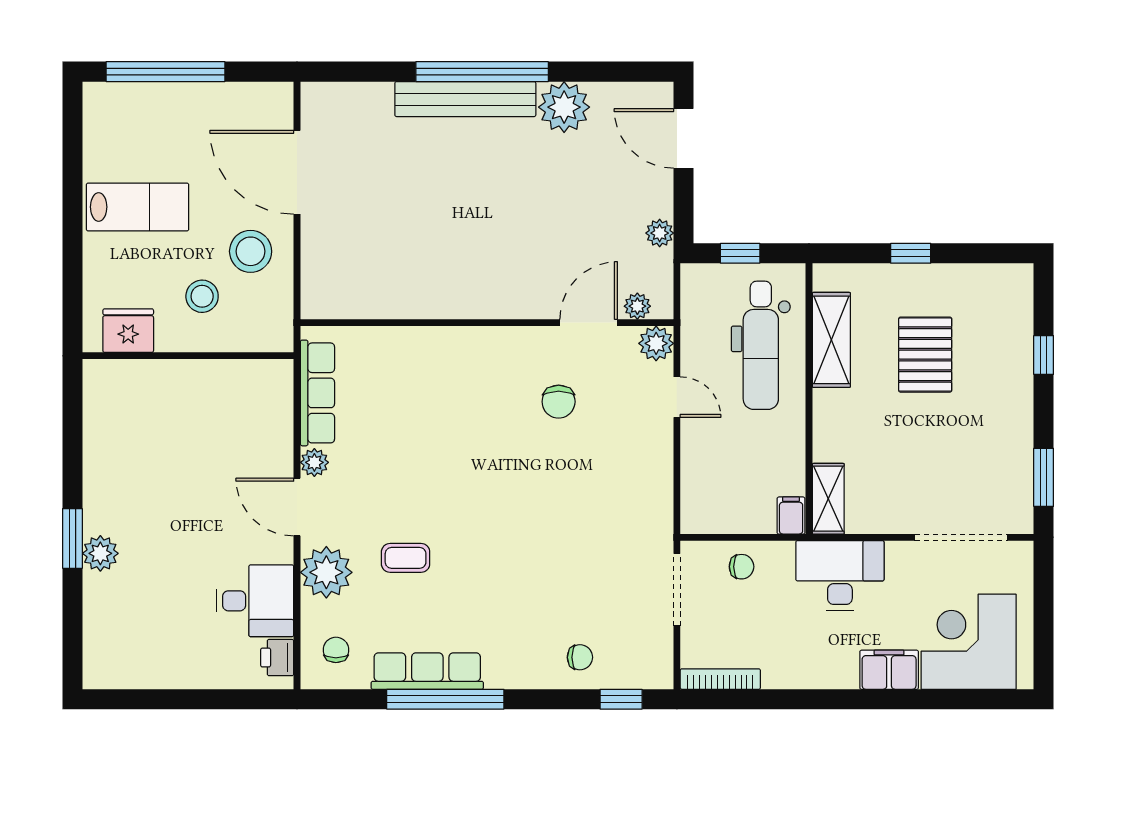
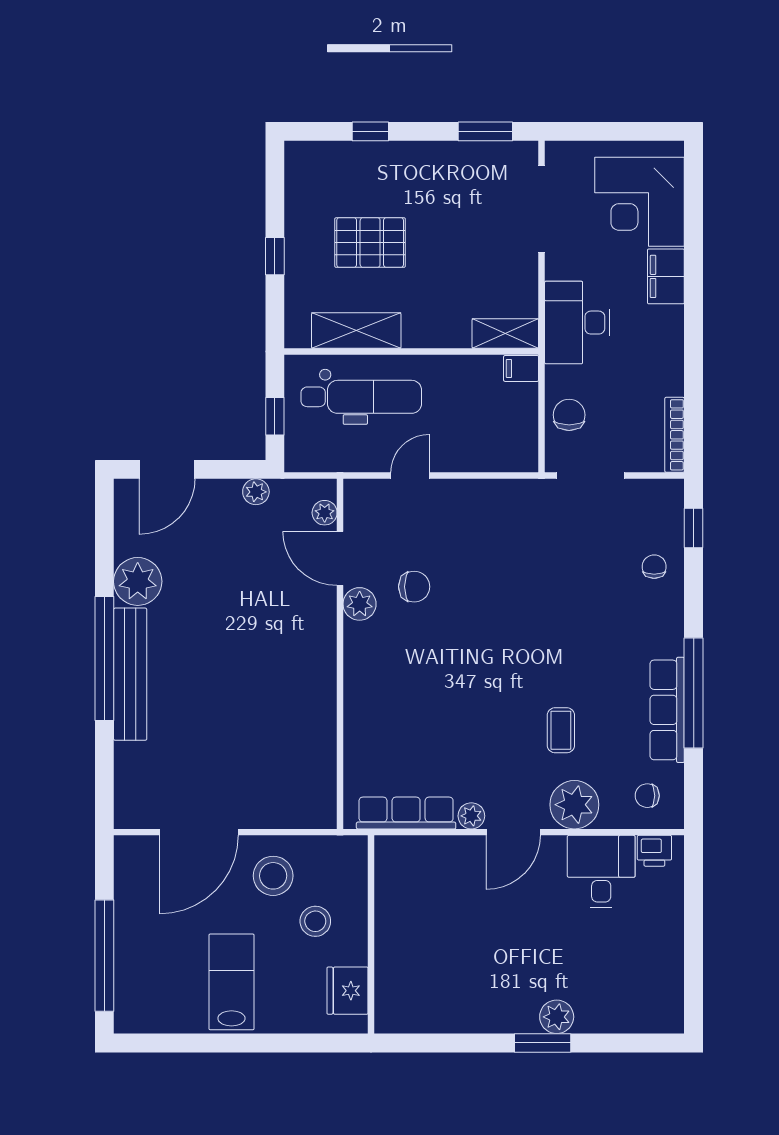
plant: (656, 343) -> (360, 604), moved
chair: (742, 567) -> (569, 415), width x1.37, depth x1.37

